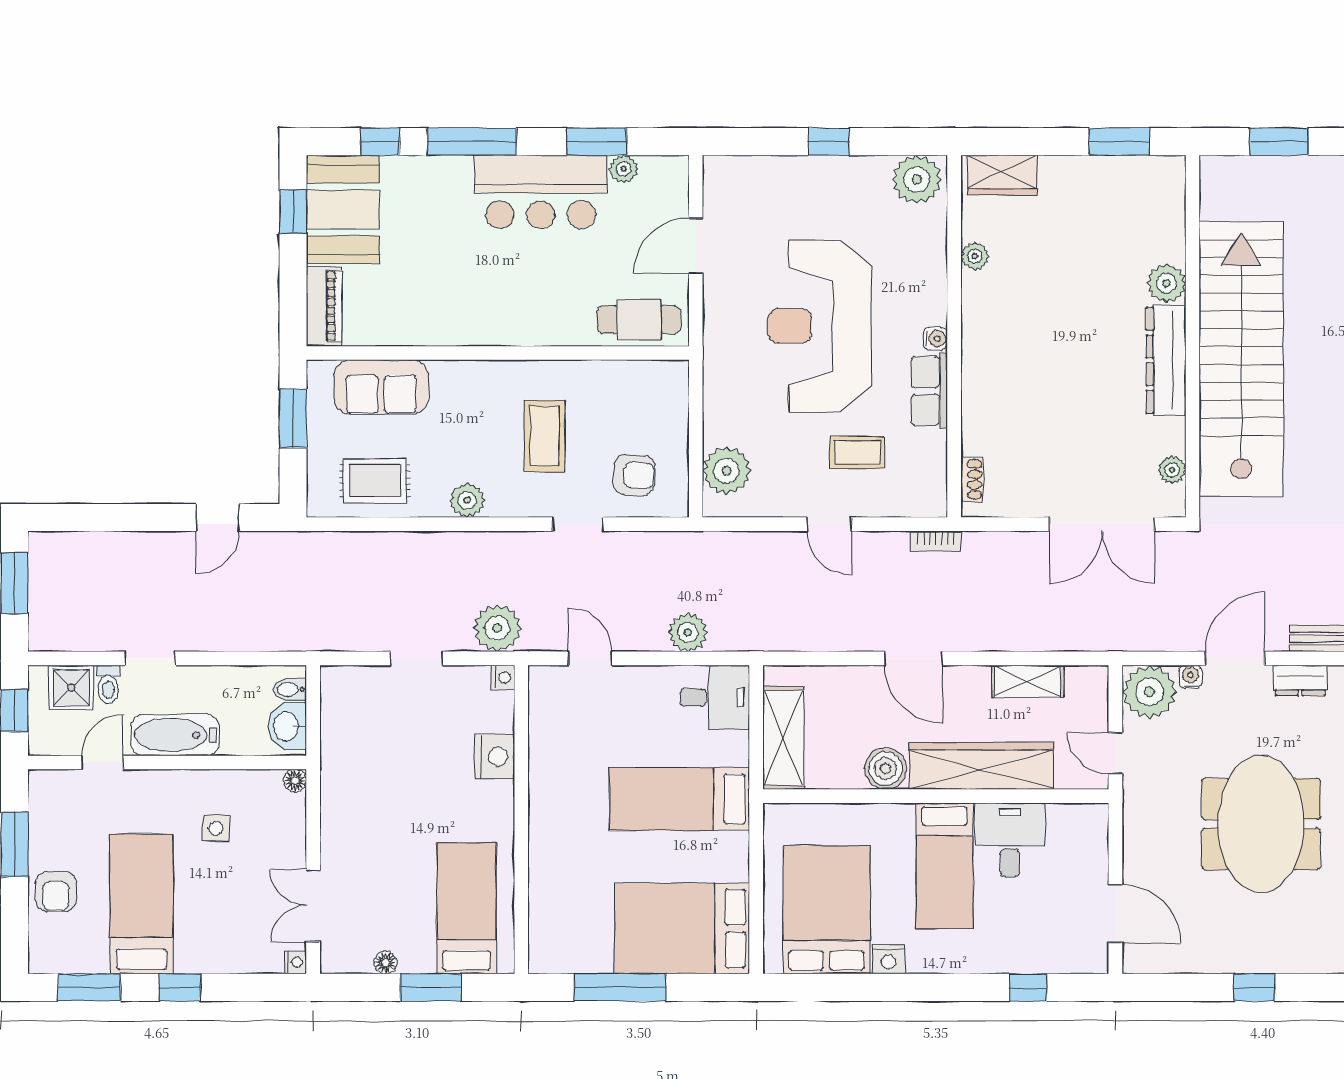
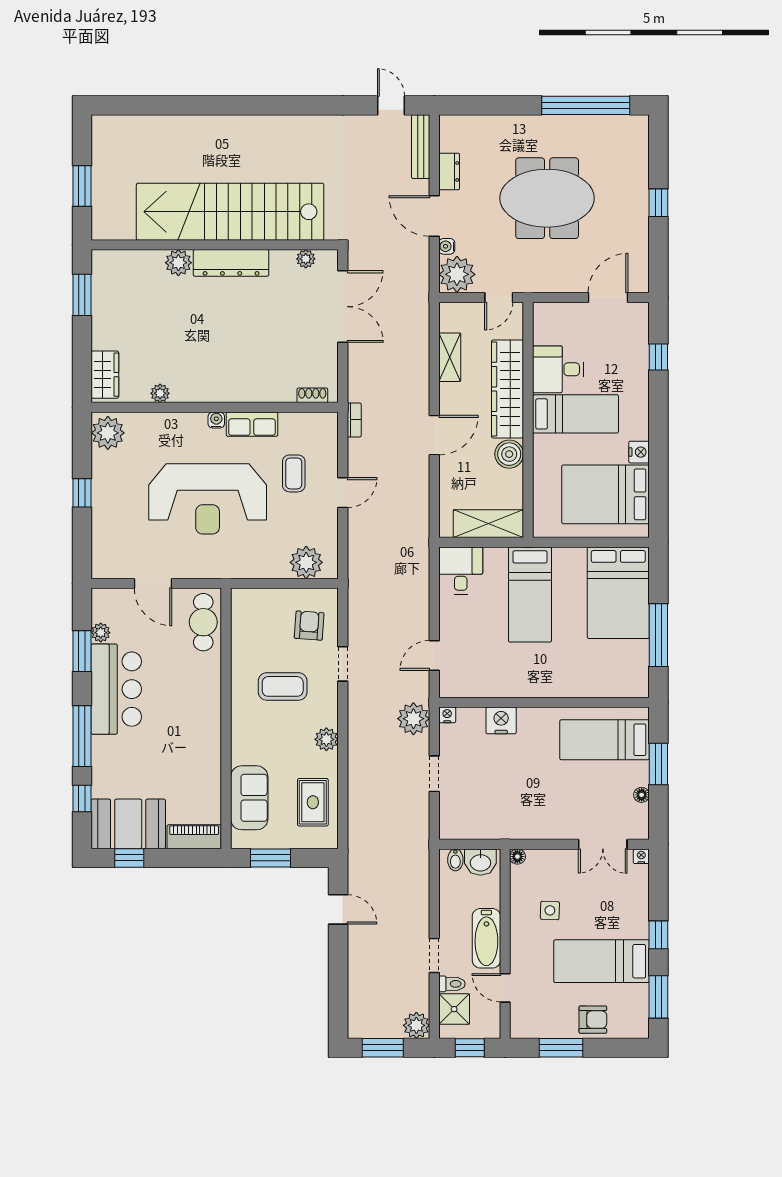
plant: (688, 632) -> (416, 1025), moved

